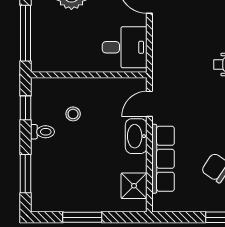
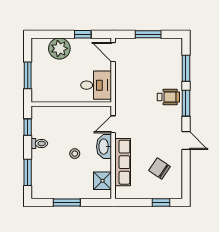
window: (25, 33) -> (28, 75), width x0.69
stool: (73, 114) -> (75, 154), moved

